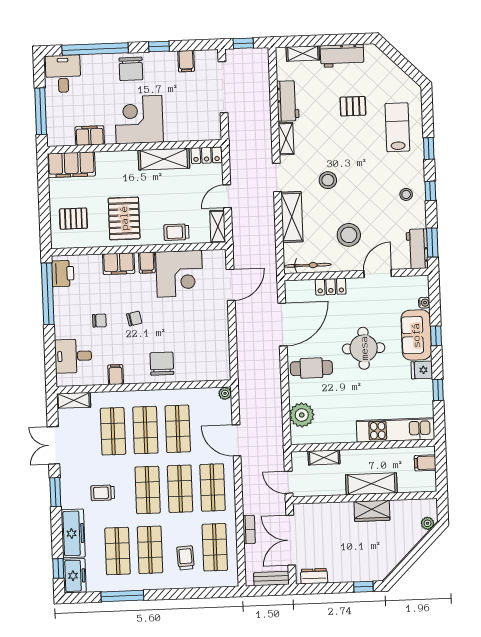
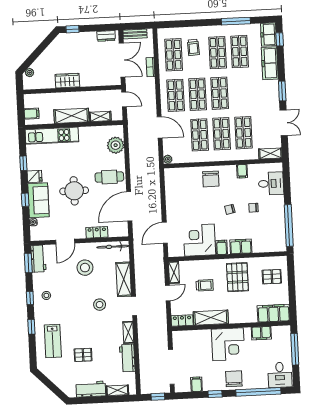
trolley: (176, 232) -> (205, 285), moved
printer: (63, 274) -> (279, 239), removed
shelving: (371, 484) -> (71, 116), moved
trolley: (103, 493) -> (250, 91), removed

